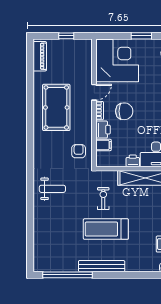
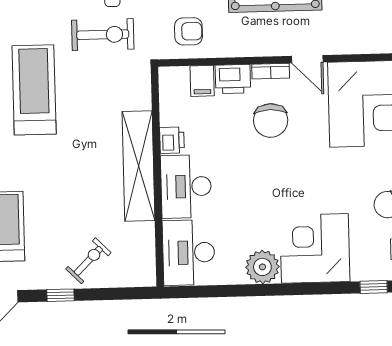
exercise bike: (103, 198) -> (103, 35), moved, width x1.38, depth x1.39

